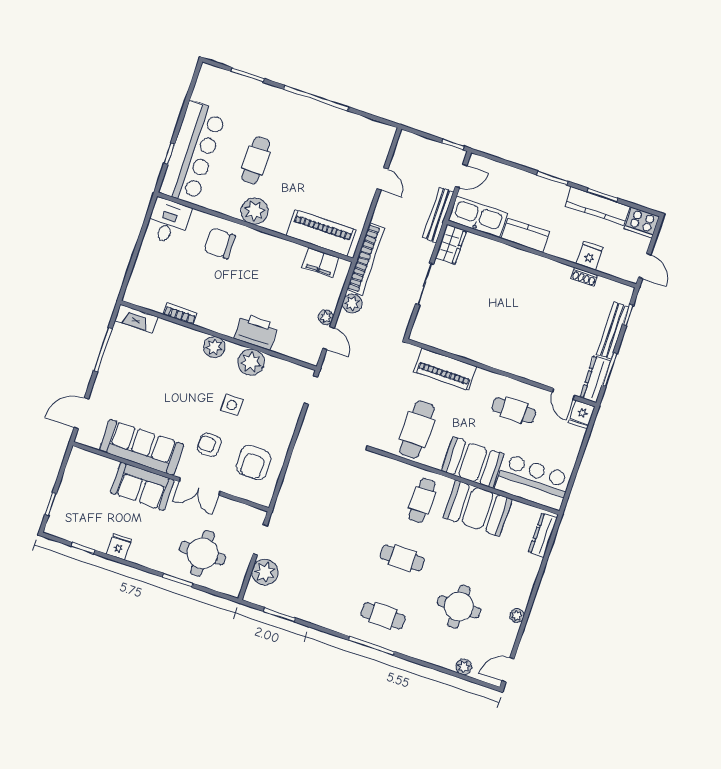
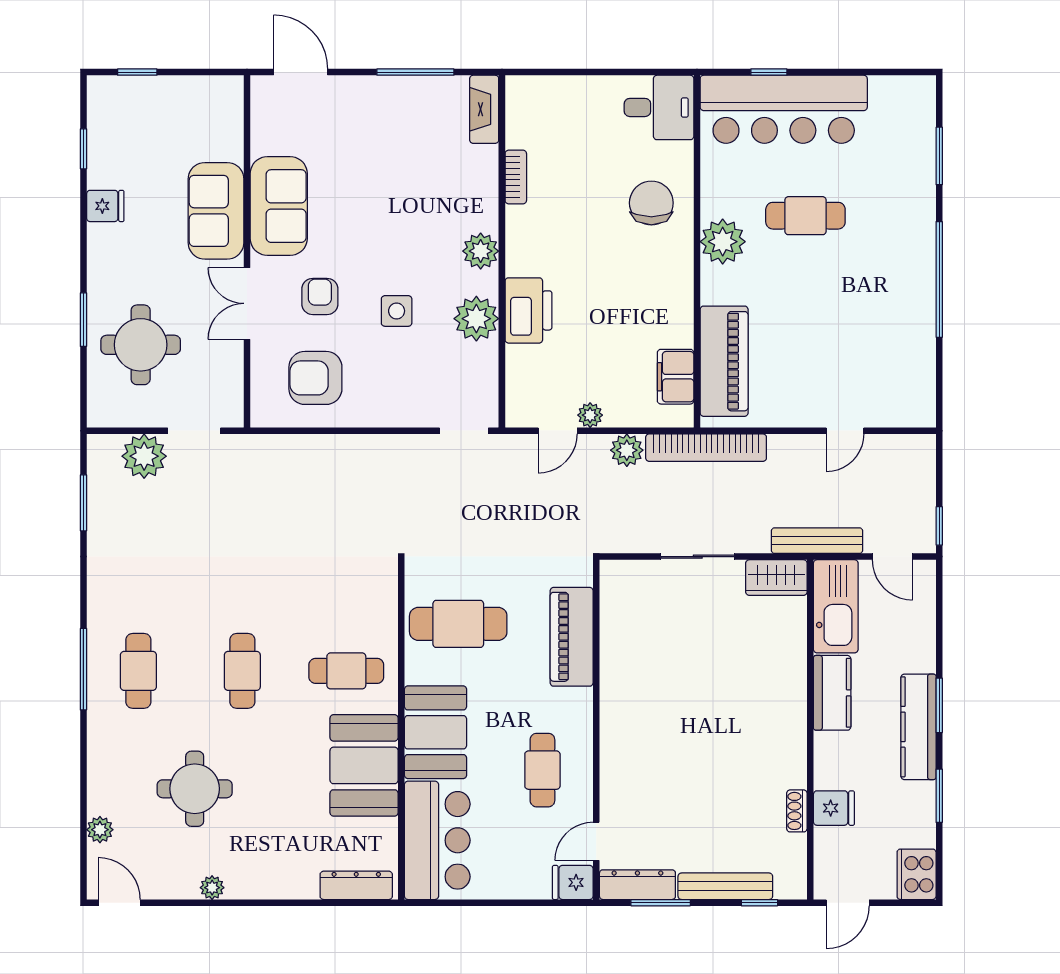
kitchen counter: (598, 206) -> (918, 727), moved
sofa: (142, 447) -> (279, 206), width x0.73

